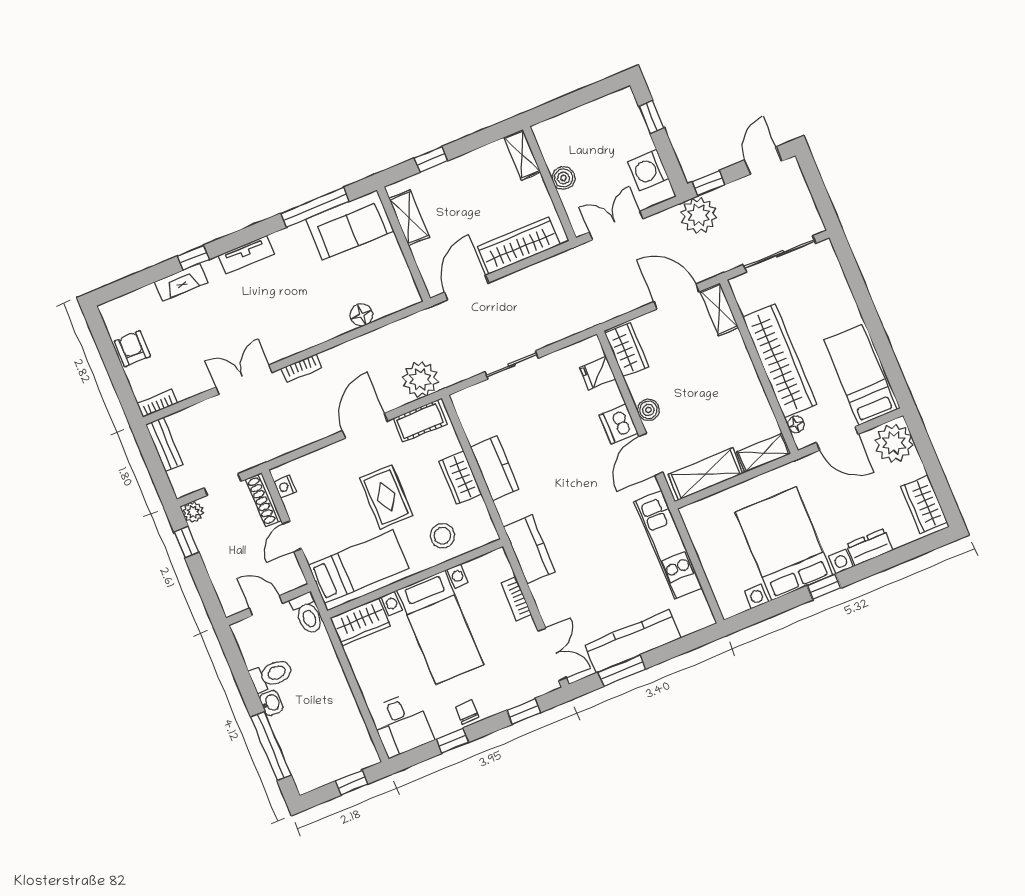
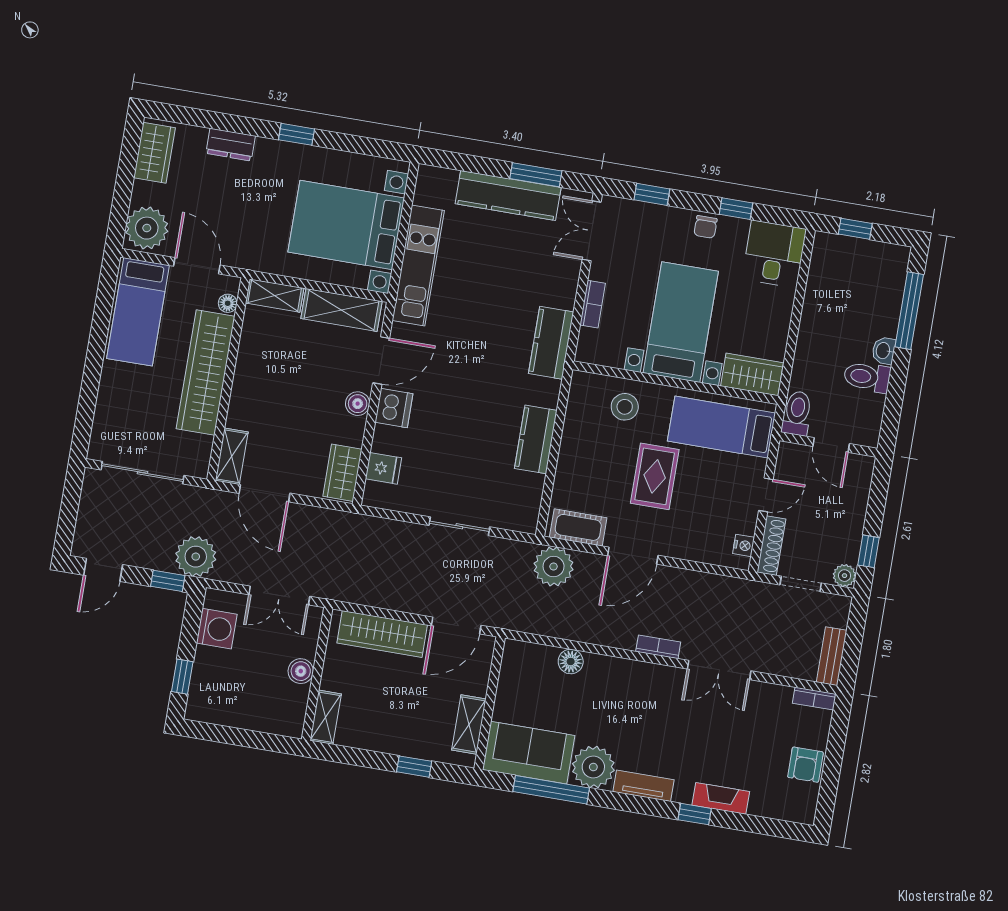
plant: (293, 245) -> (593, 767), added
wardrobe: (460, 478) -> (574, 451), removed
bed with nightstands: (784, 544) -> (346, 225), moved, turned 90

